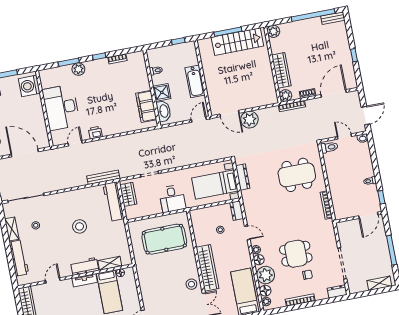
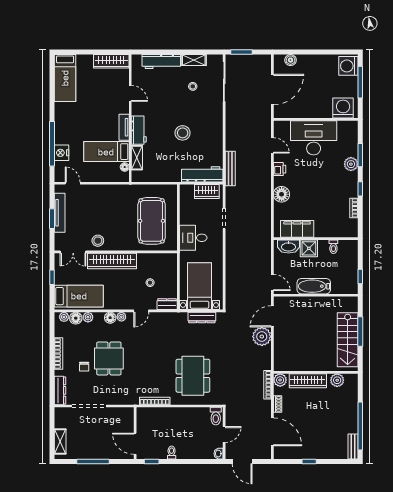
plant: (273, 31) -> (337, 380), moved
floor lamp: (118, 126) -> (282, 194), added
plant: (266, 275) -> (88, 317), width x0.53, depth x0.53
dresser: (337, 292) -> (60, 390), width x1.44

